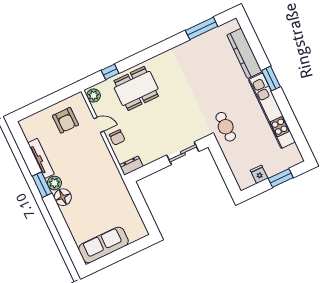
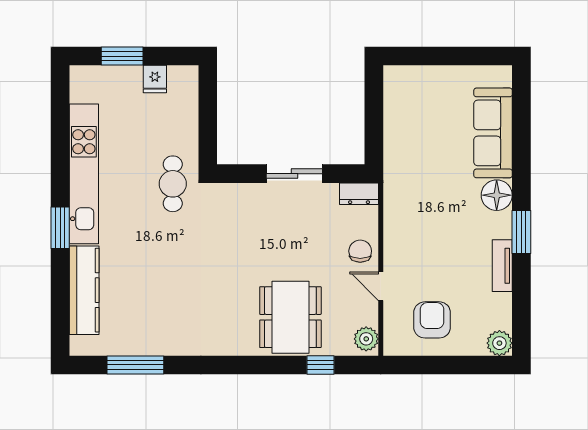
dining table: (136, 88) -> (290, 317), turned 90
sliding door: (183, 153) -> (294, 174), moved
tv unit: (41, 158) -> (502, 266), width x0.71
plant: (54, 183) -> (499, 343), moved
sofa: (103, 245) -> (493, 133), moved, turned 90

